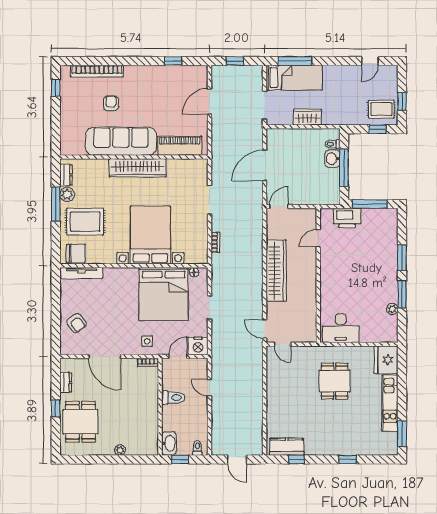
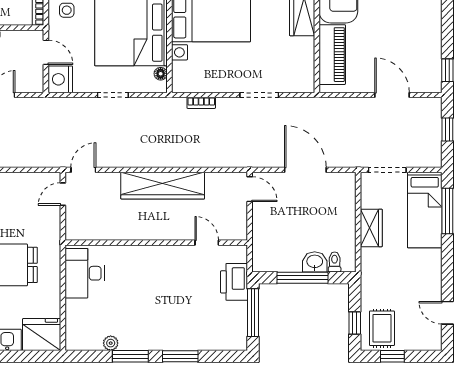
window: (173, 61) -> (447, 70), moved

